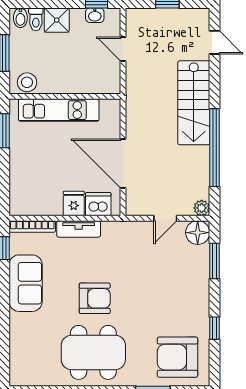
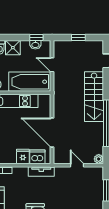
bathtub: (85, 78) -> (30, 82), added
door: (165, 218) -> (77, 165), swing flipped
tv unit: (79, 229) -> (41, 171), moved
floor lamp: (198, 233) -> (96, 174), removed

